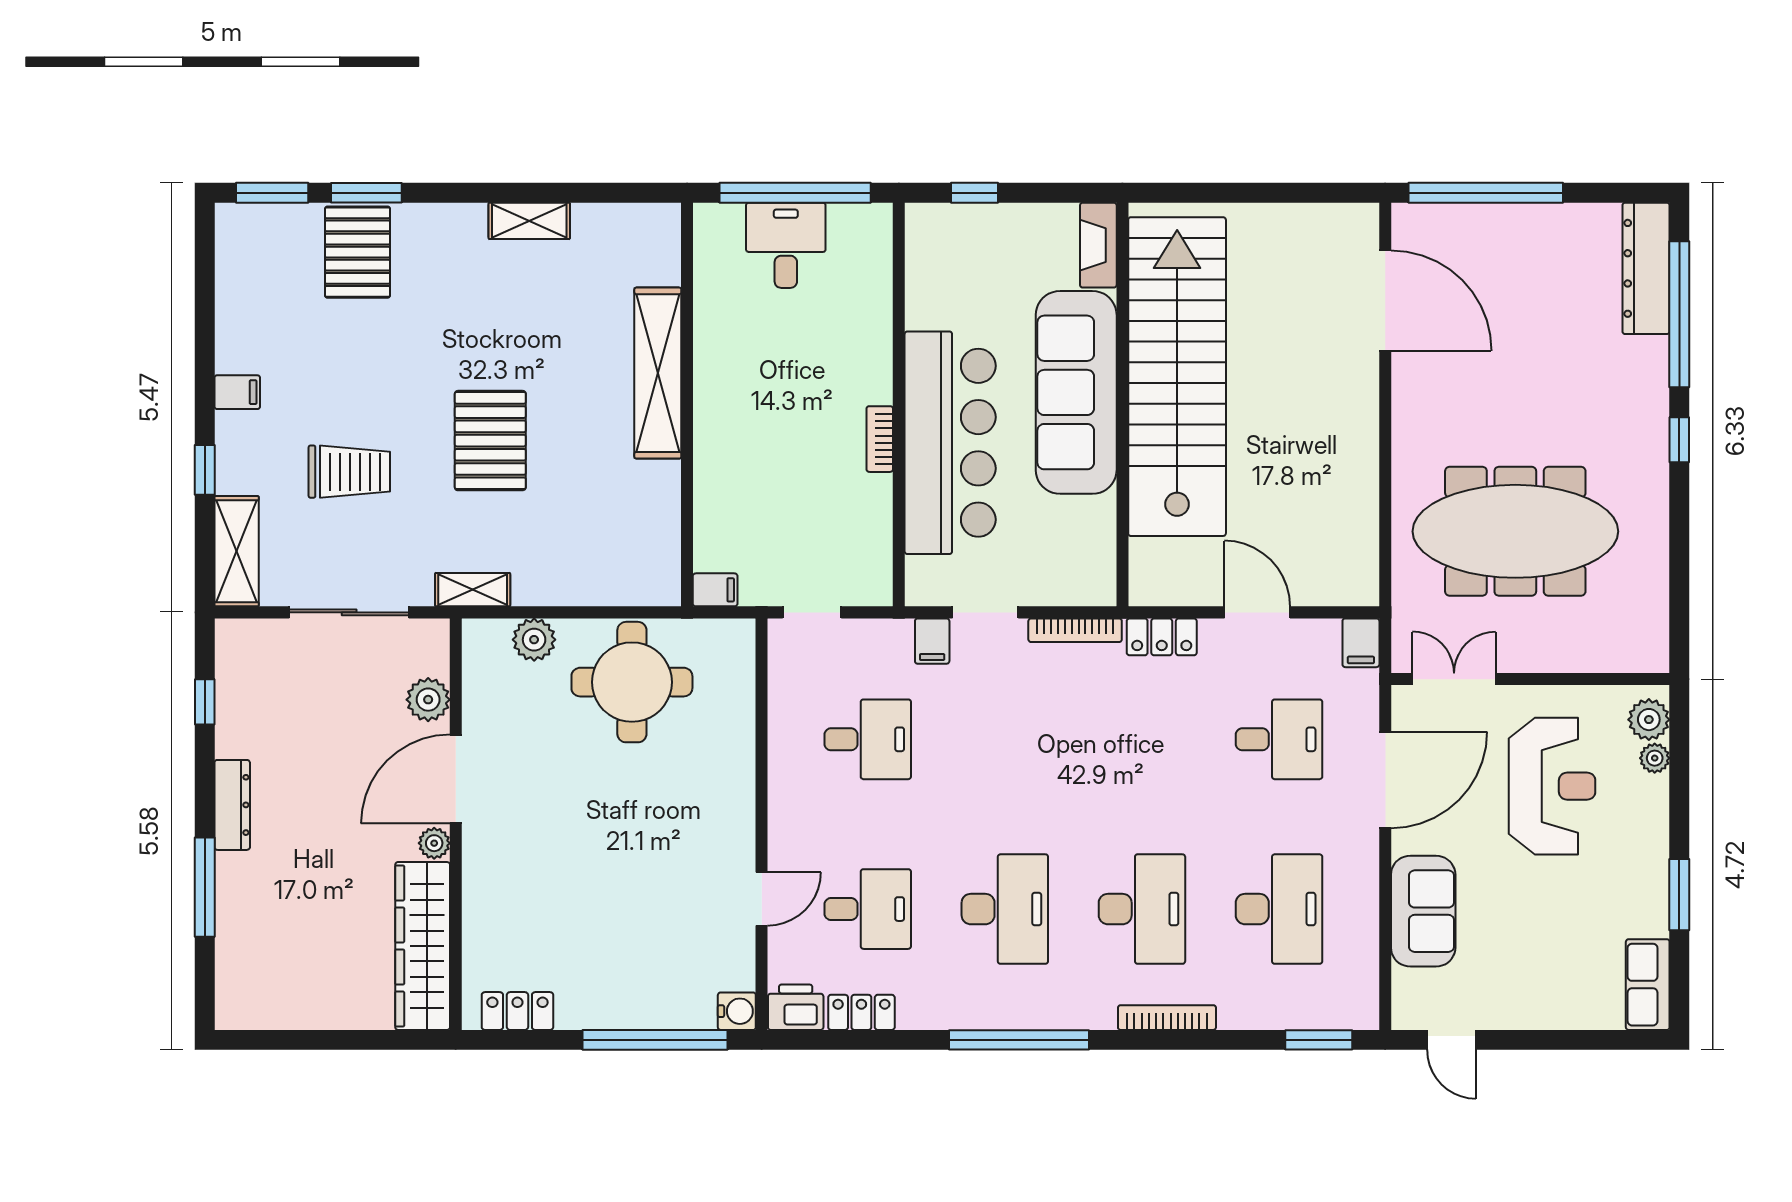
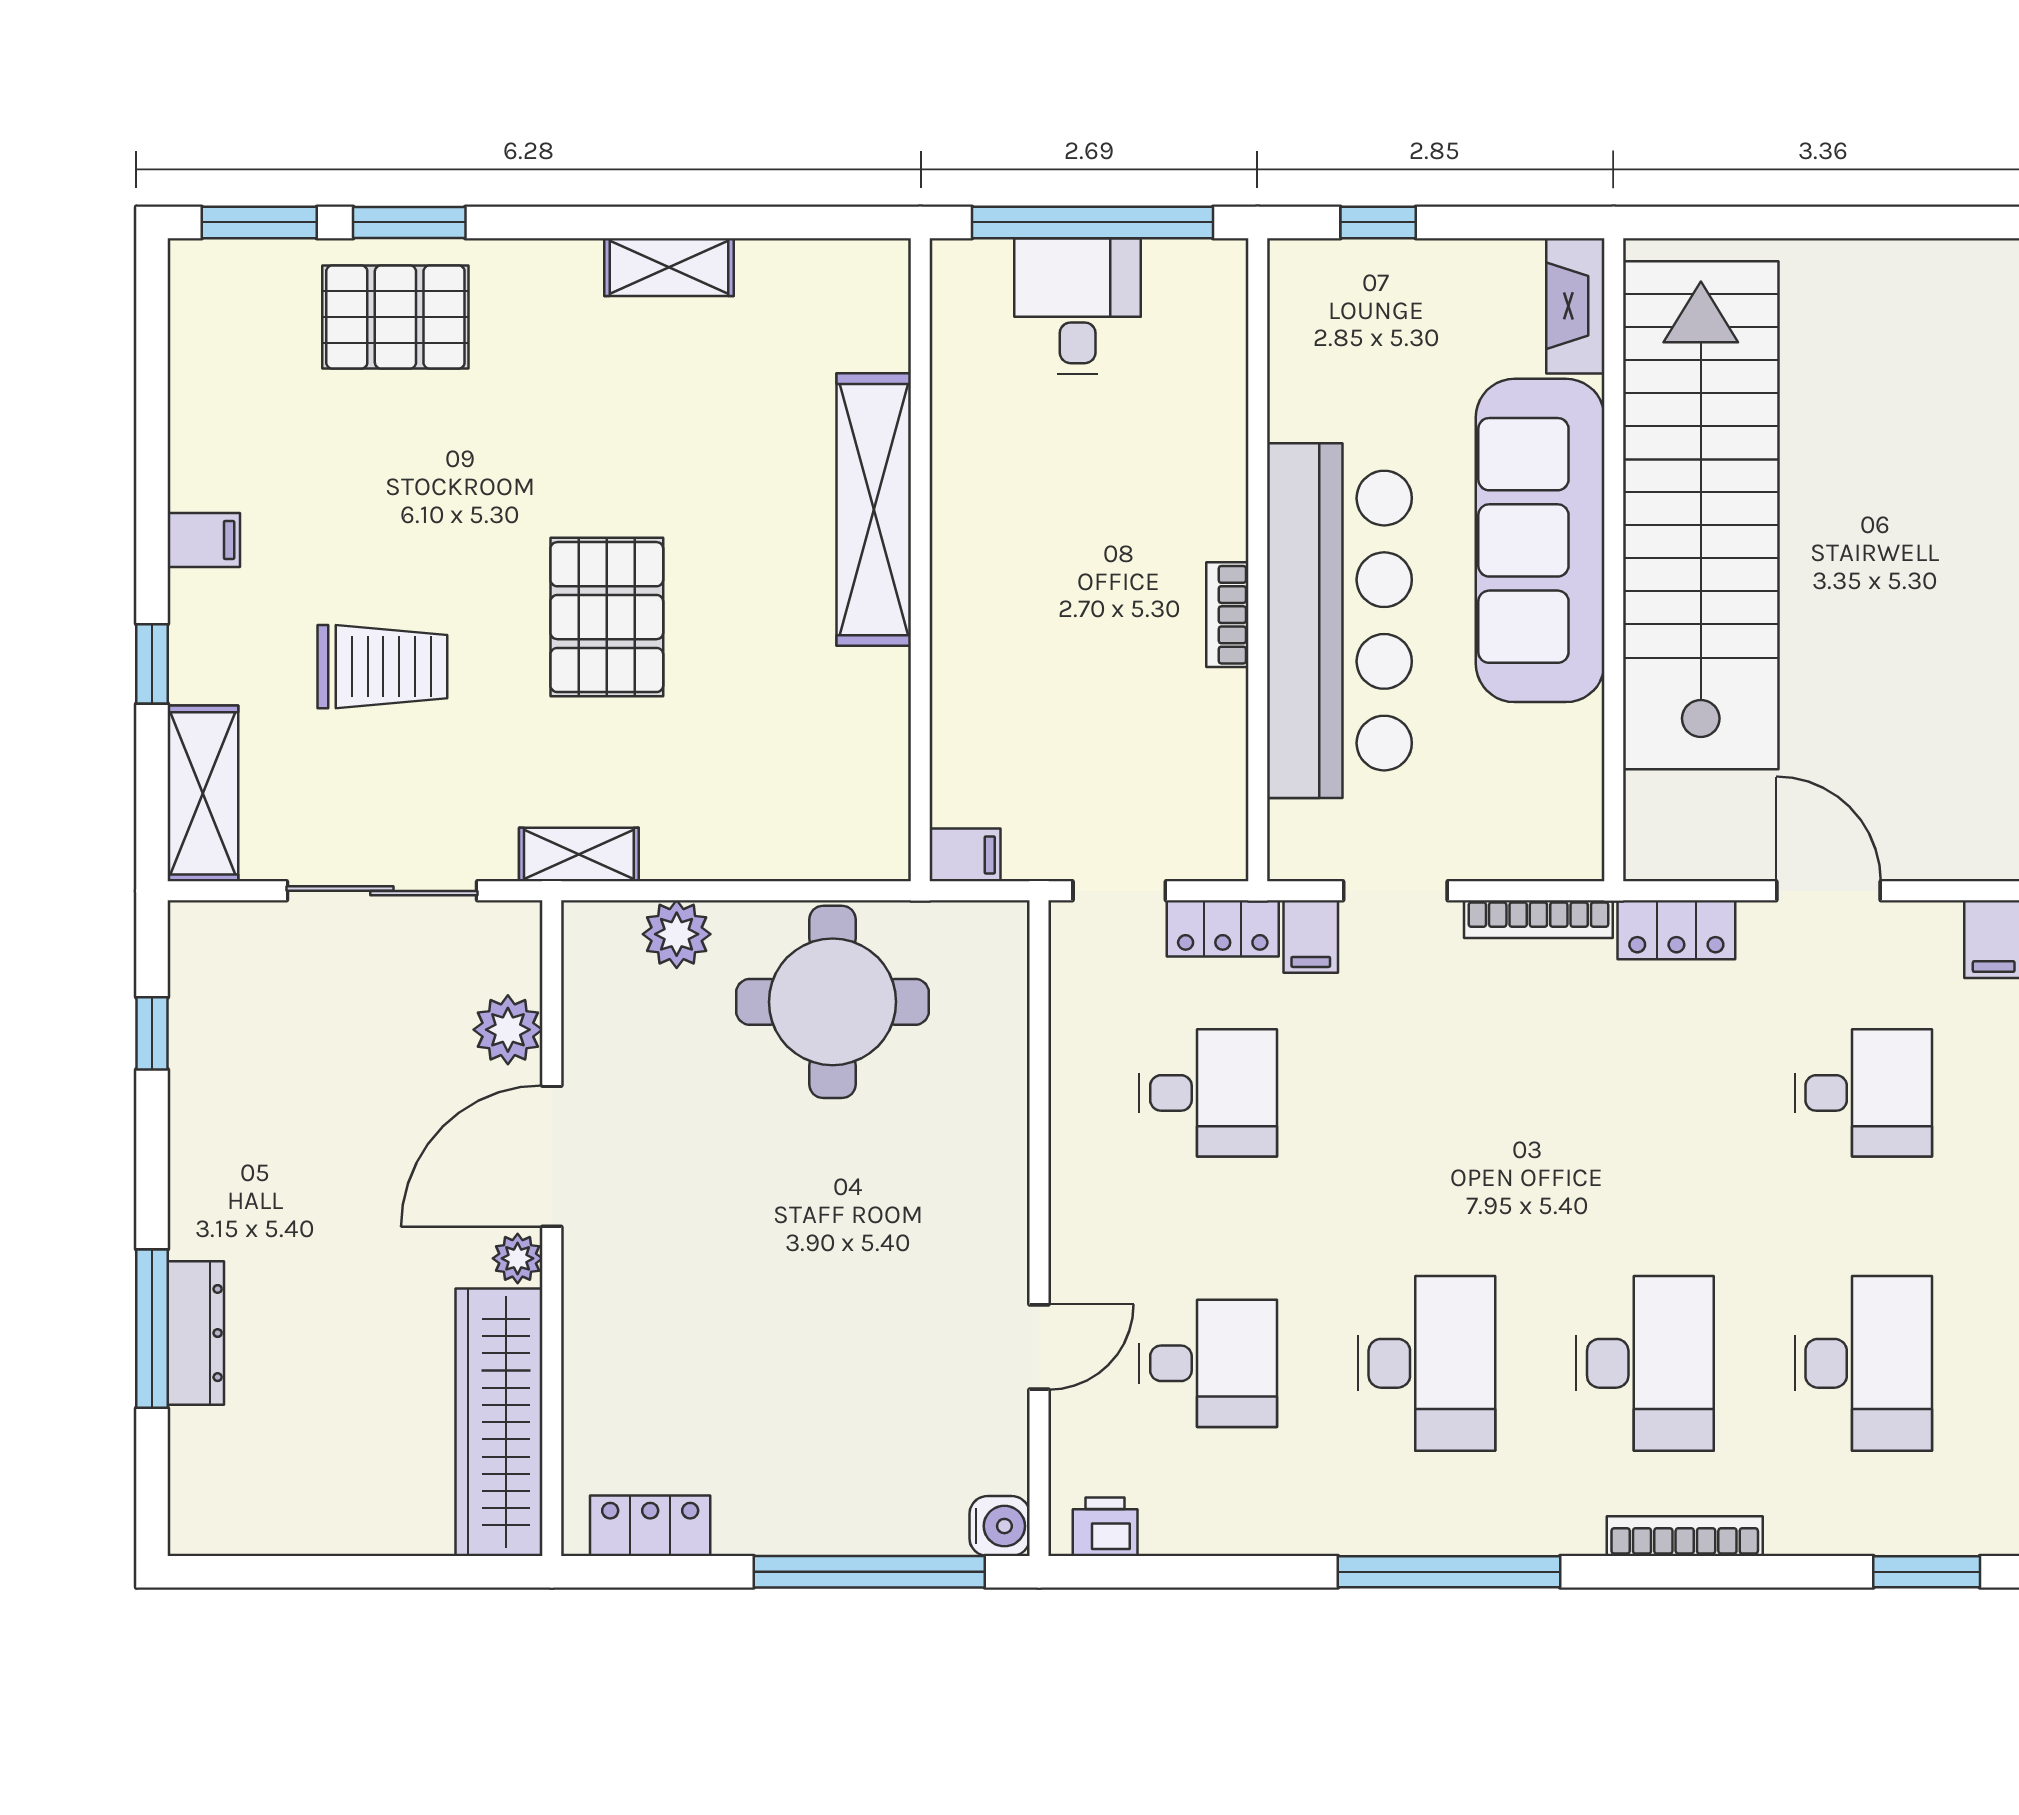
pallet: (358, 252) -> (395, 317), turned 90
dresser: (232, 805) -> (196, 1333), moved
printer: (796, 1007) -> (1105, 1527), width x0.73, depth x0.81
locker: (861, 1012) -> (1223, 928), moved, turned 180

